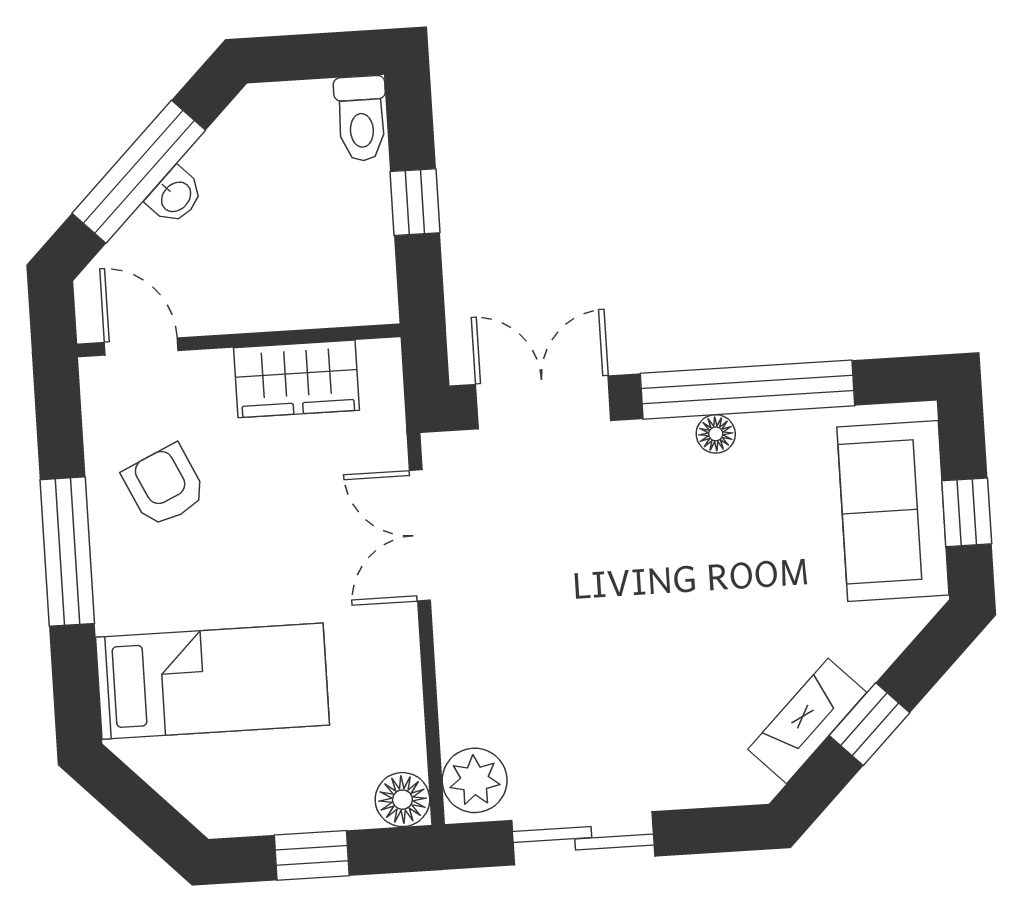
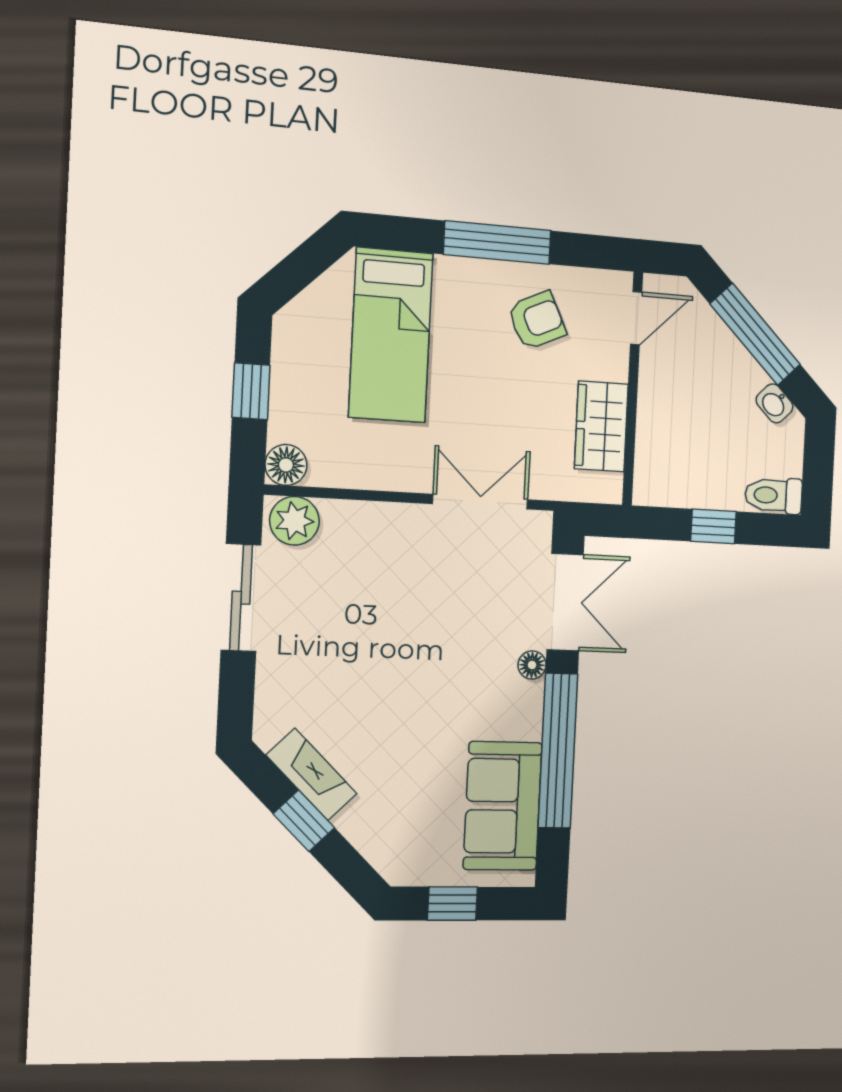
washbasin: (175, 196) -> (775, 403), moved
floor lamp: (716, 434) -> (532, 665), moved
sofa: (893, 511) -> (503, 806), moved, turned -90

